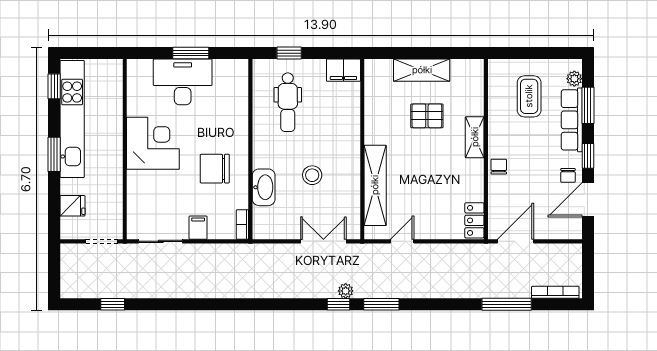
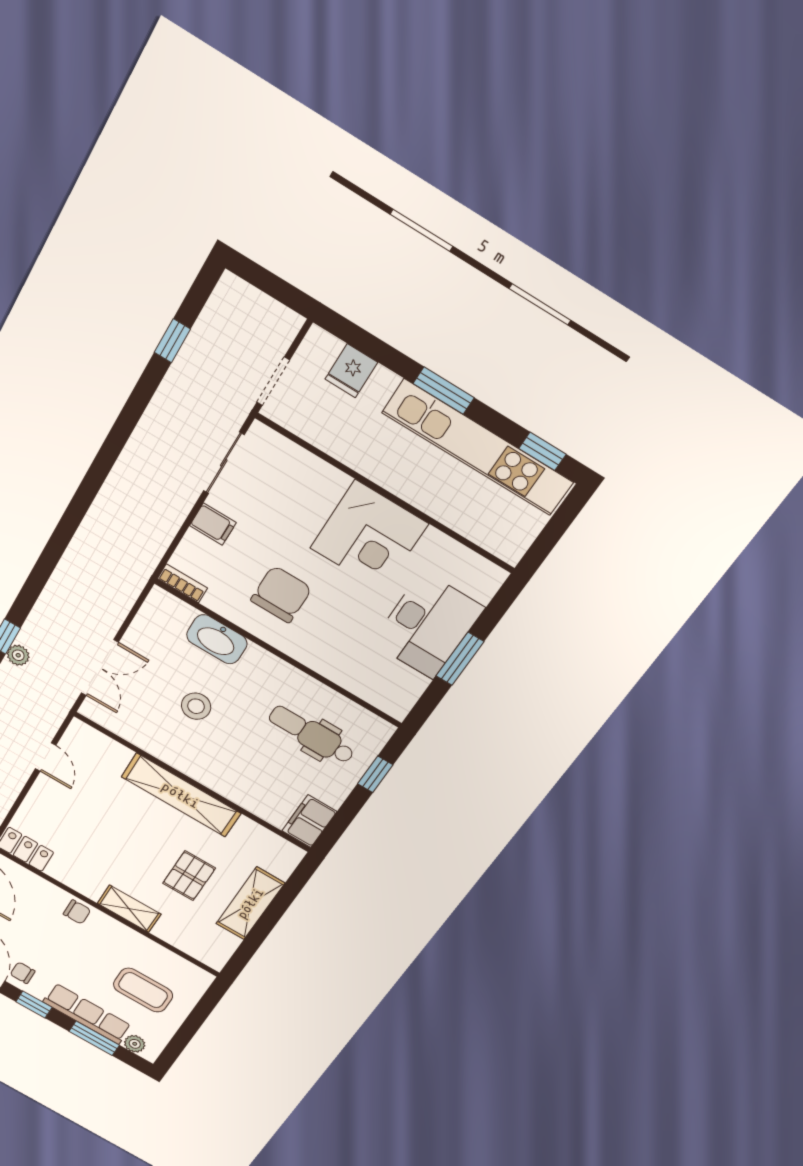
shelving: (375, 185) -> (181, 795), moved

